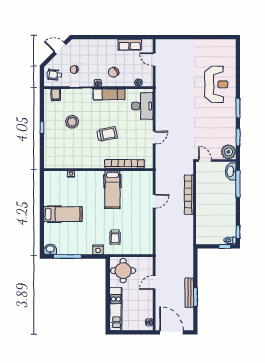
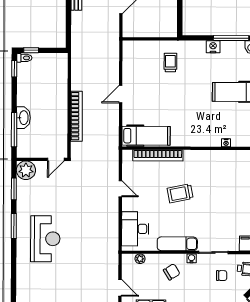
reception desk: (216, 84) -> (45, 239), moved, turned 180
stool: (72, 122) -> (224, 209), removed
door: (154, 138) -> (120, 189), swing flipped
door: (205, 161) -> (56, 159), hinge flipped
washbasin: (231, 171) -> (23, 118), moved
hospital bed: (112, 190) -> (146, 136), moved, turned 90
door: (154, 201) -> (121, 94), moved
nightstand: (98, 250) -> (213, 47), moved
round table: (123, 271) -> (160, 20), removed

